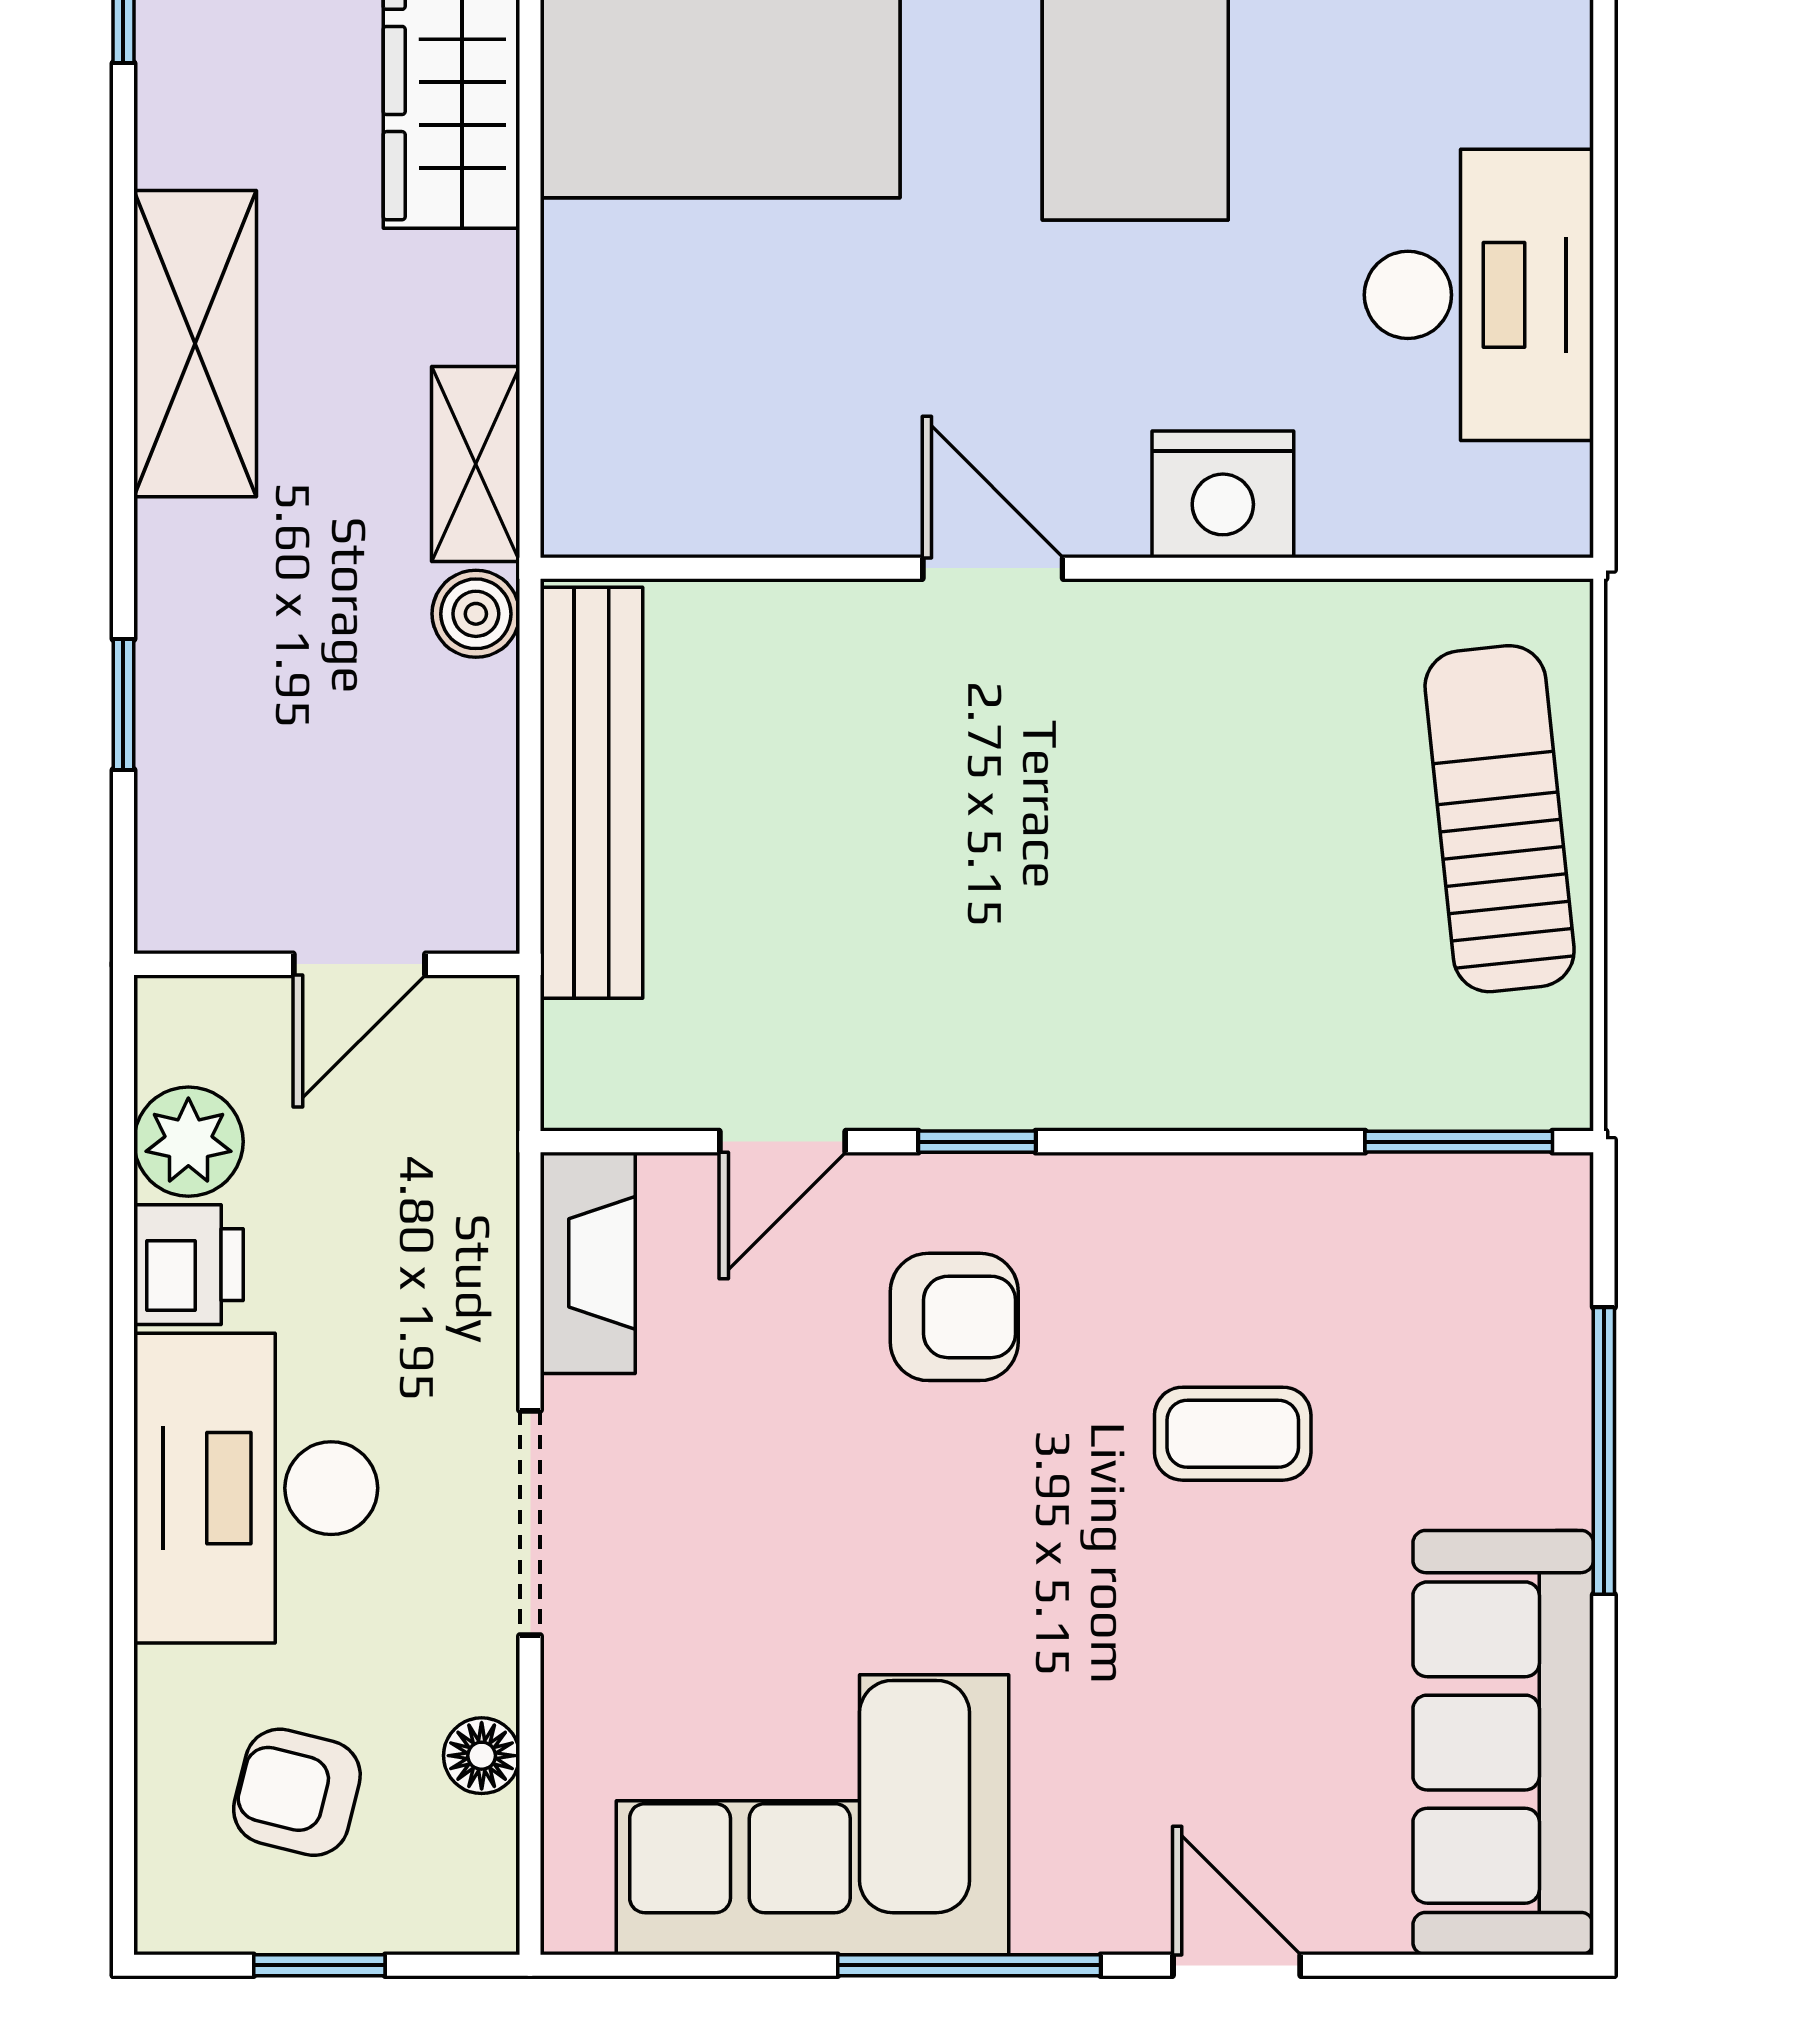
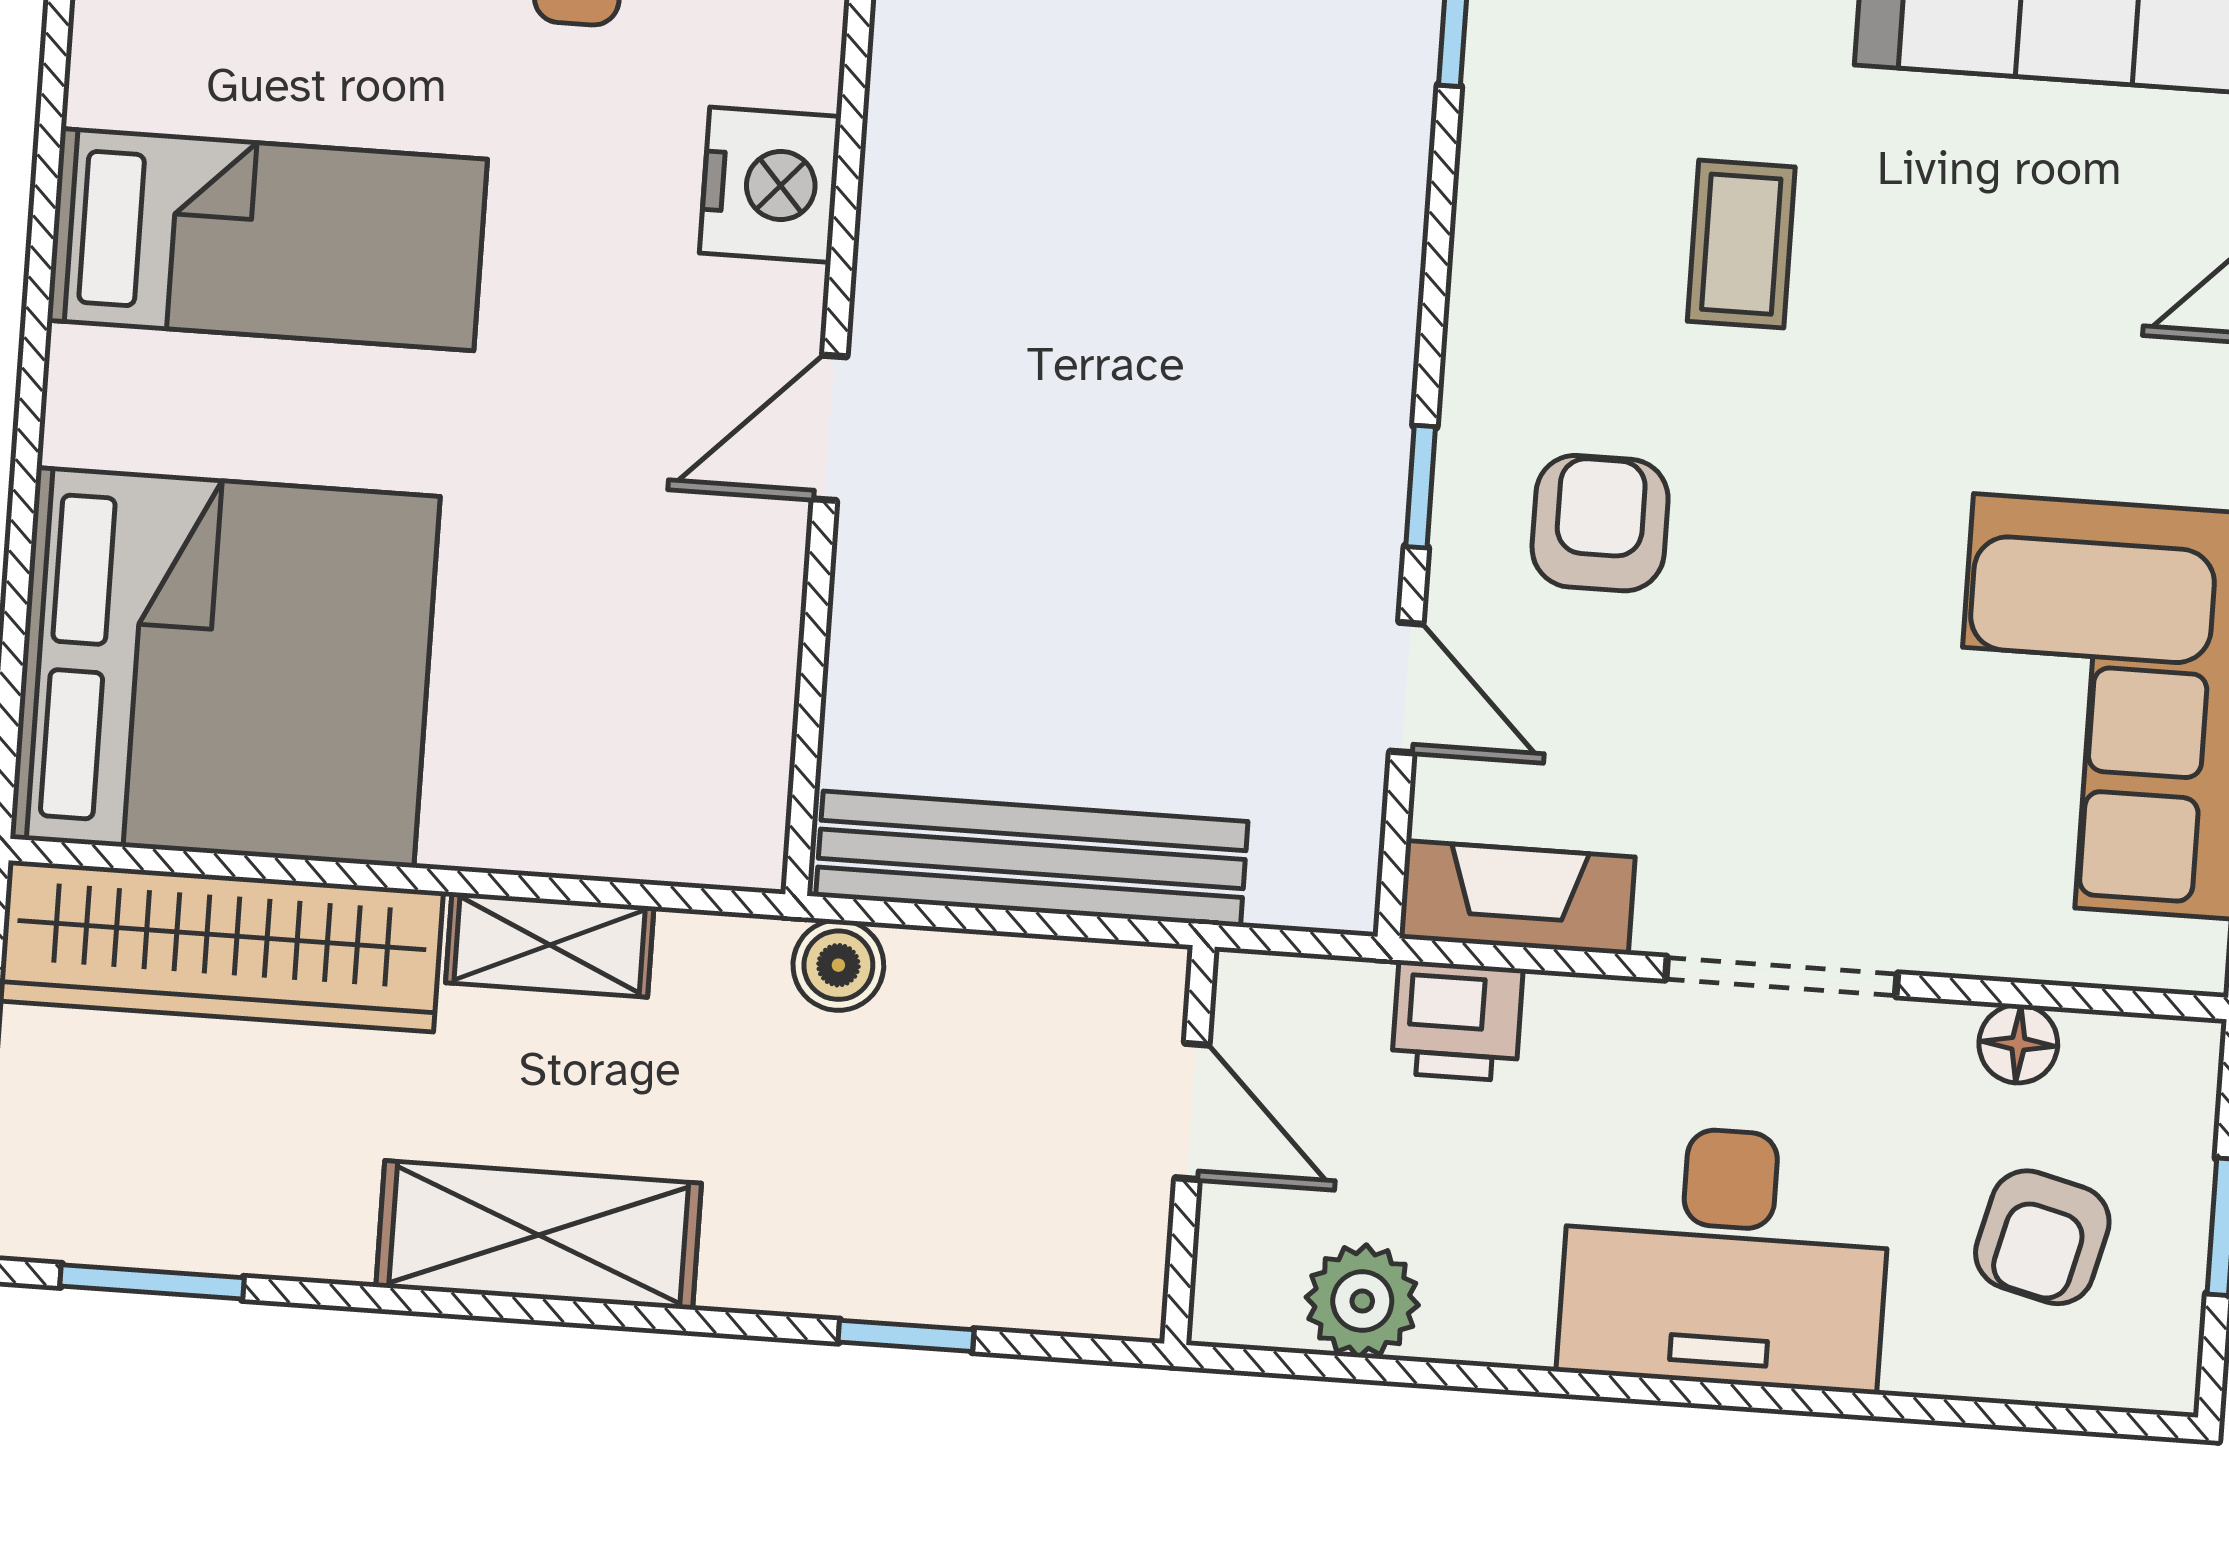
shelving: (476, 464) -> (550, 945), moved
printer: (188, 1265) -> (1457, 1021), moved, turned 180

